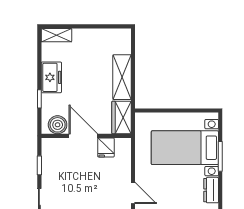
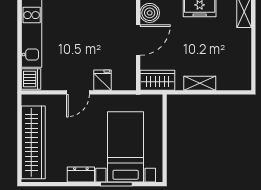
shelving: (122, 77) -> (200, 83), width x0.67, depth x0.75
fridge: (106, 147) -> (102, 80), moved, turned 90

